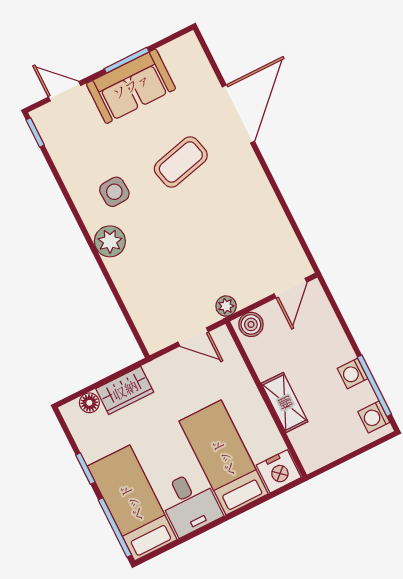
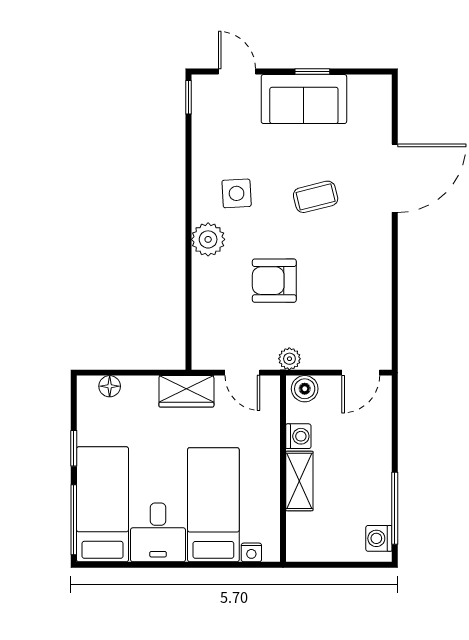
window: (127, 60) -> (312, 72), width x0.67
coffee table: (181, 162) -> (316, 197), width x0.73, depth x0.77
armchair: (181, 248) -> (274, 281), added
washing machine: (353, 373) -> (298, 436), moved, turned 180
wardrobe: (125, 390) -> (186, 391), moved
nightstand: (279, 471) -> (251, 552), width x0.53, depth x0.56

